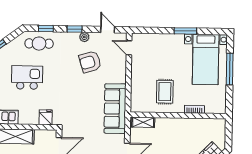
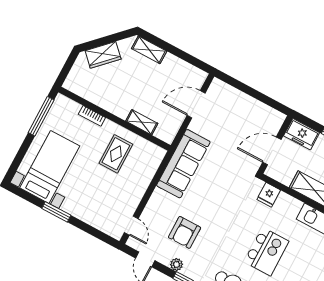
armchair: (90, 62) -> (185, 232), turned 107
window: (230, 69) -> (41, 116), moved
kitchen island: (27, 77) -> (266, 252), turned -90
shelving: (143, 122) -> (142, 122), moved

